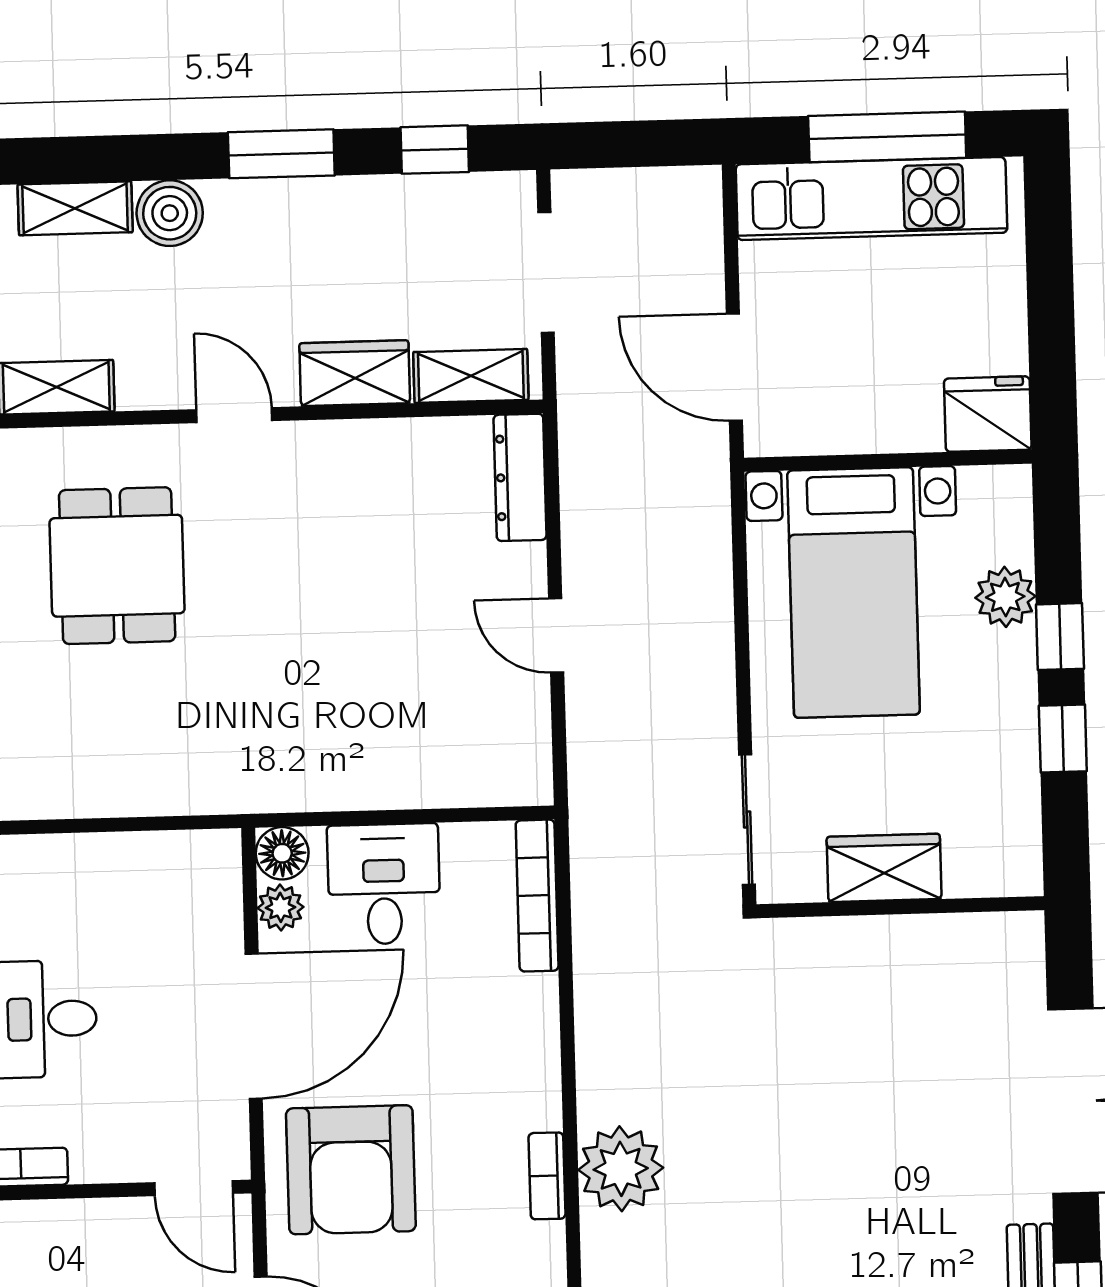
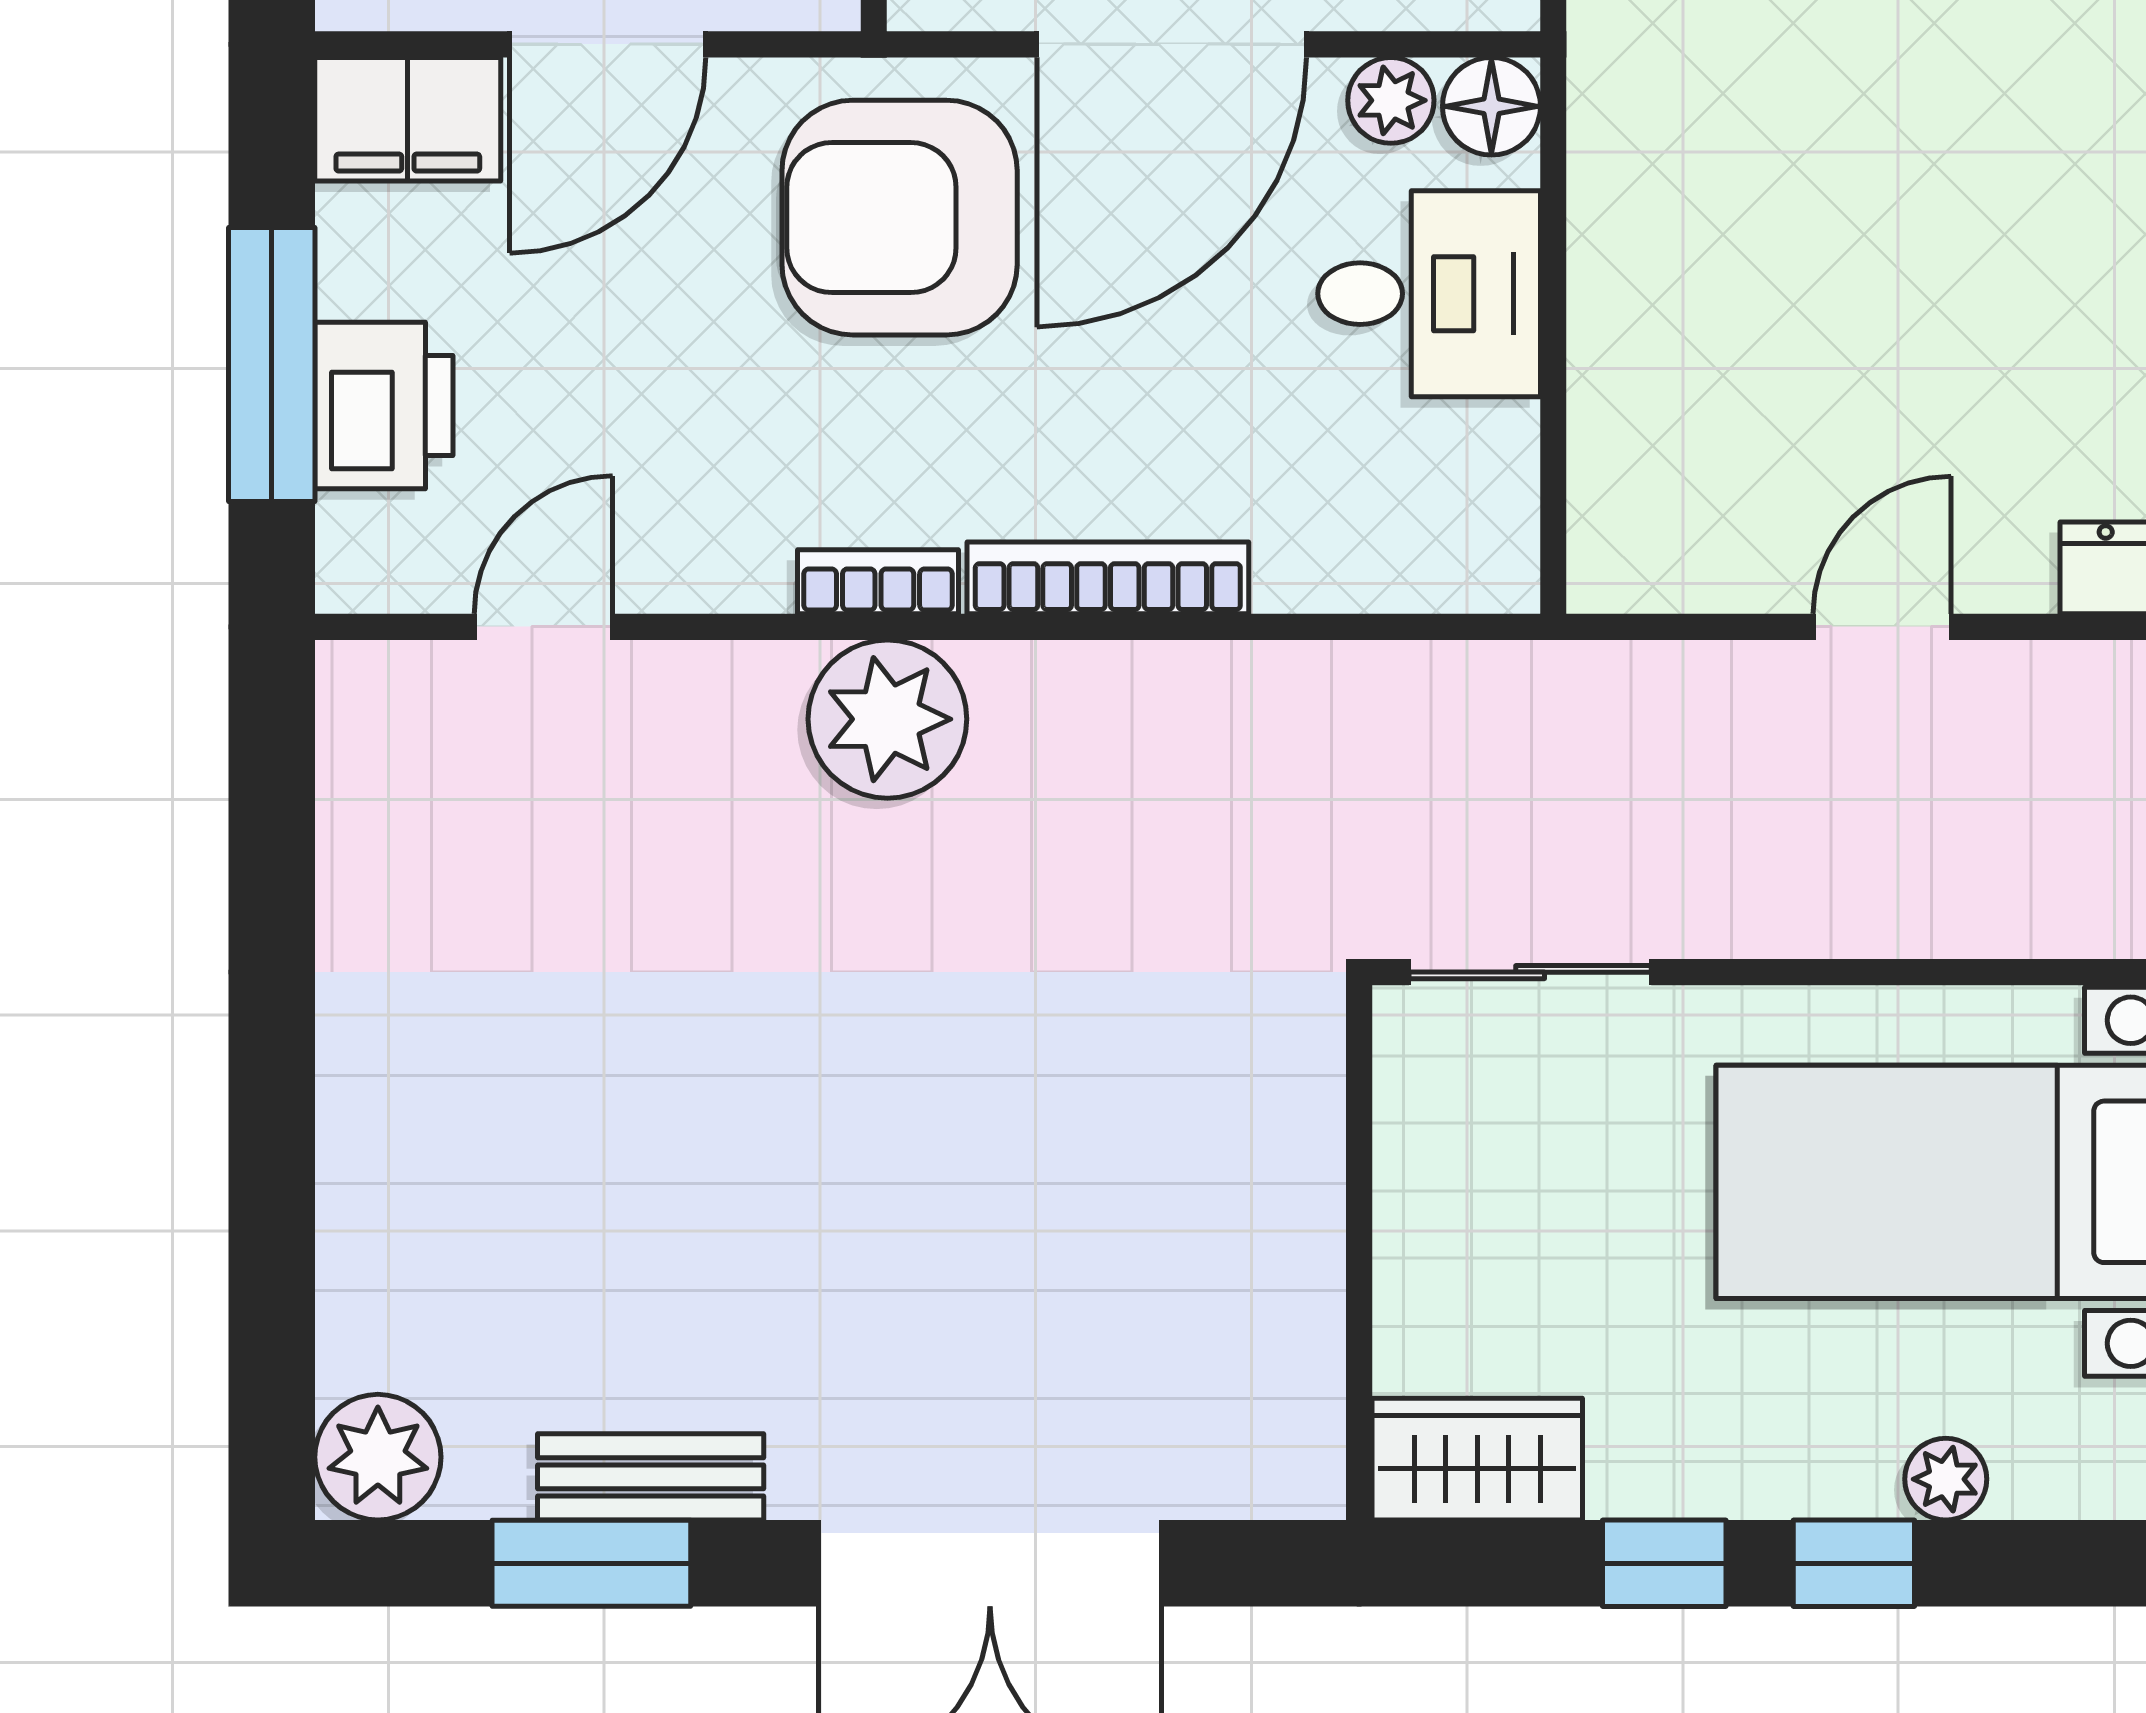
plant: (1005, 597) -> (1946, 1479), width x0.73, depth x0.73
wardrobe: (884, 868) -> (1477, 1459), moved, turned -90
bookcase: (537, 896) -> (1108, 578), moved
door: (254, 1026) -> (1172, 44), hinge flipped

